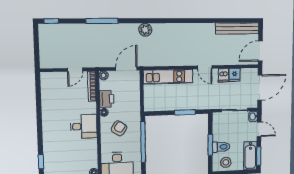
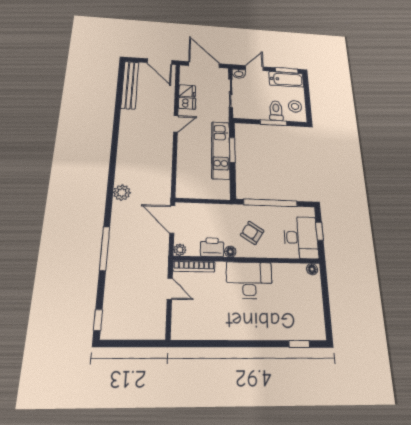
kitchen unit: (168, 77) -> (221, 150), moved, turned 180
desk: (84, 126) -> (249, 280), width x1.37

